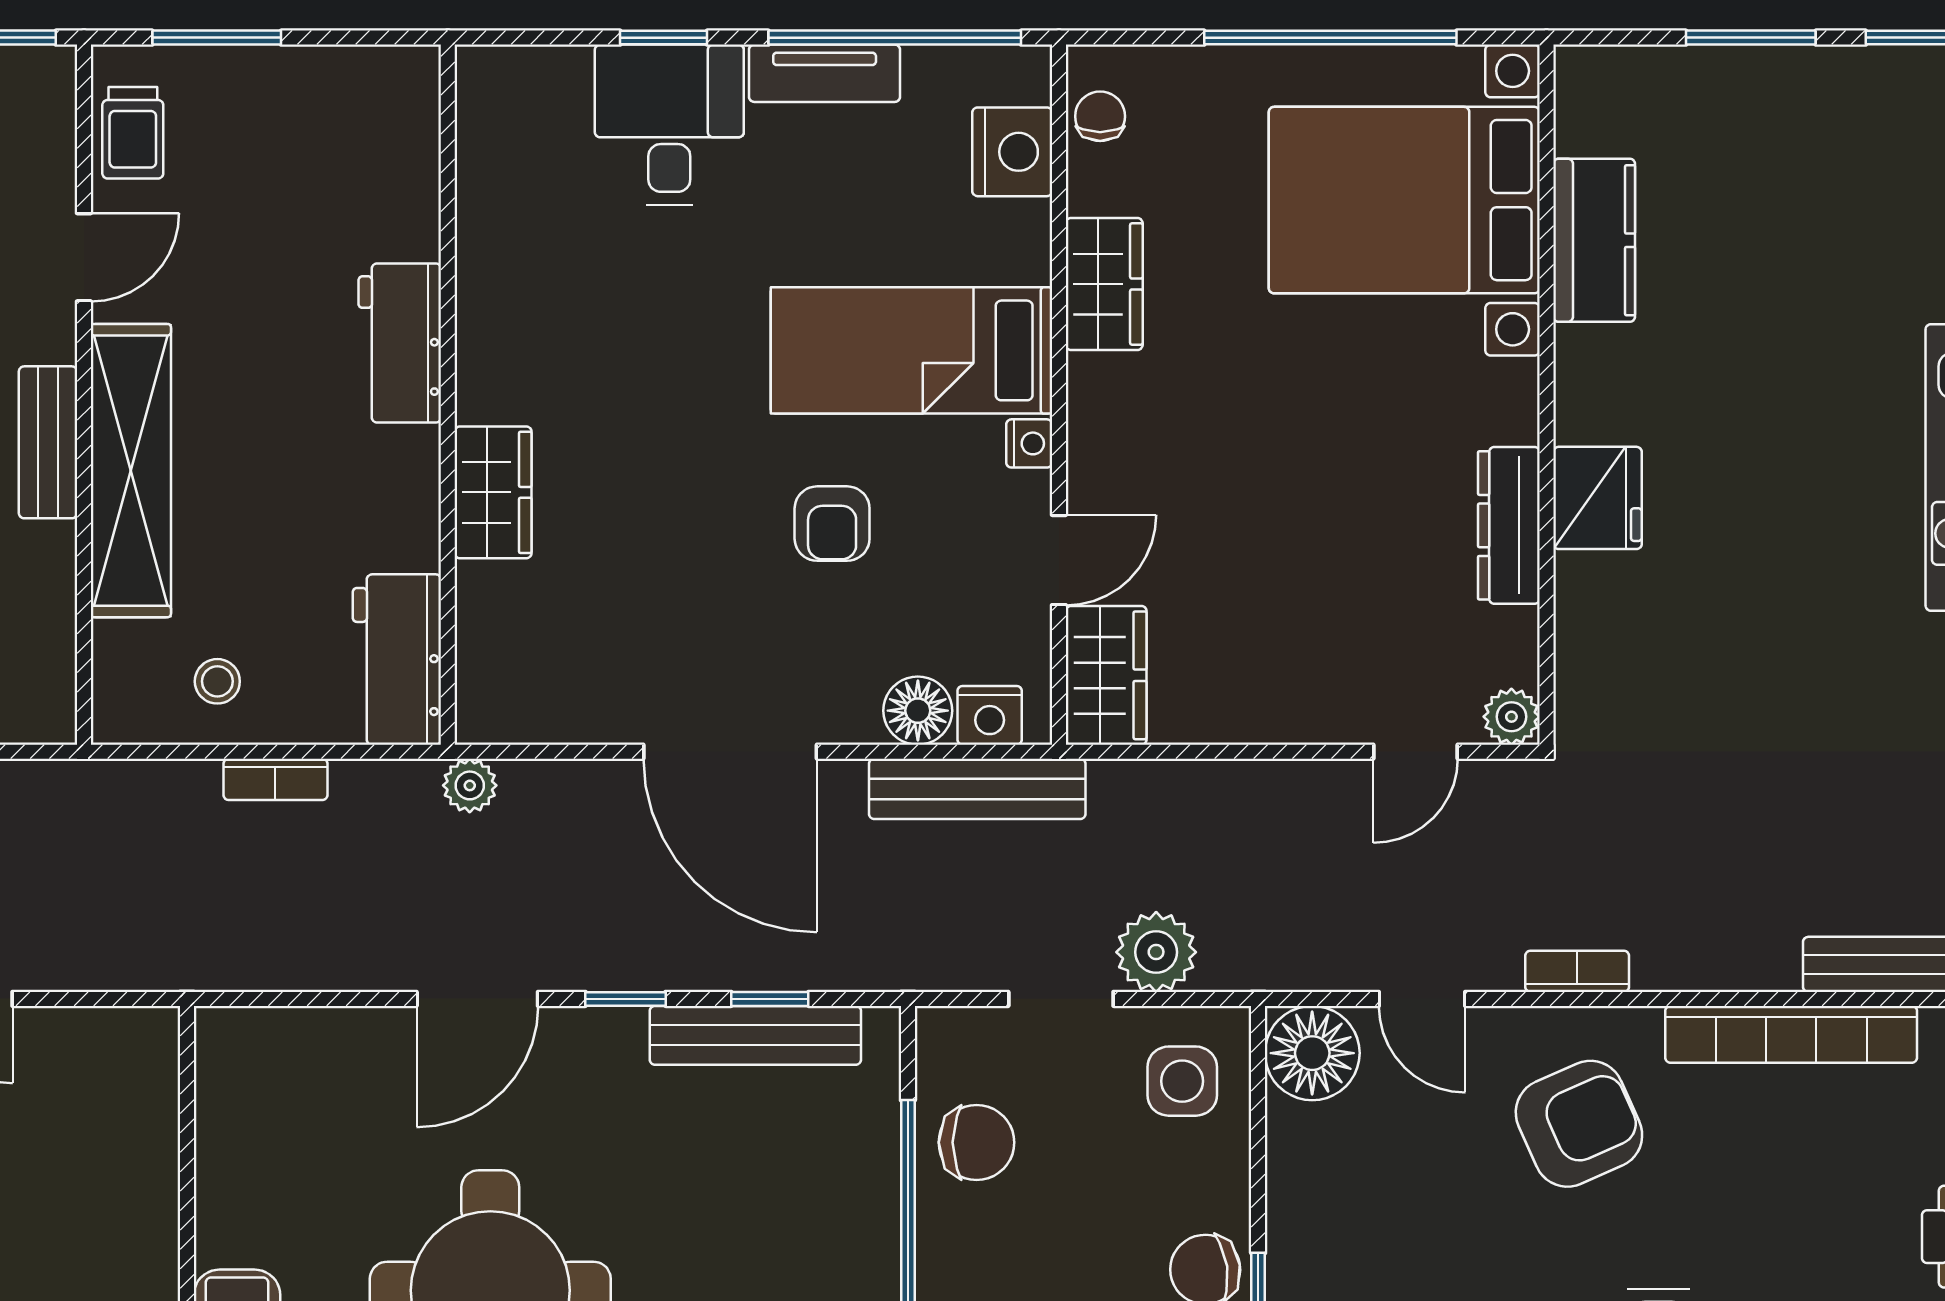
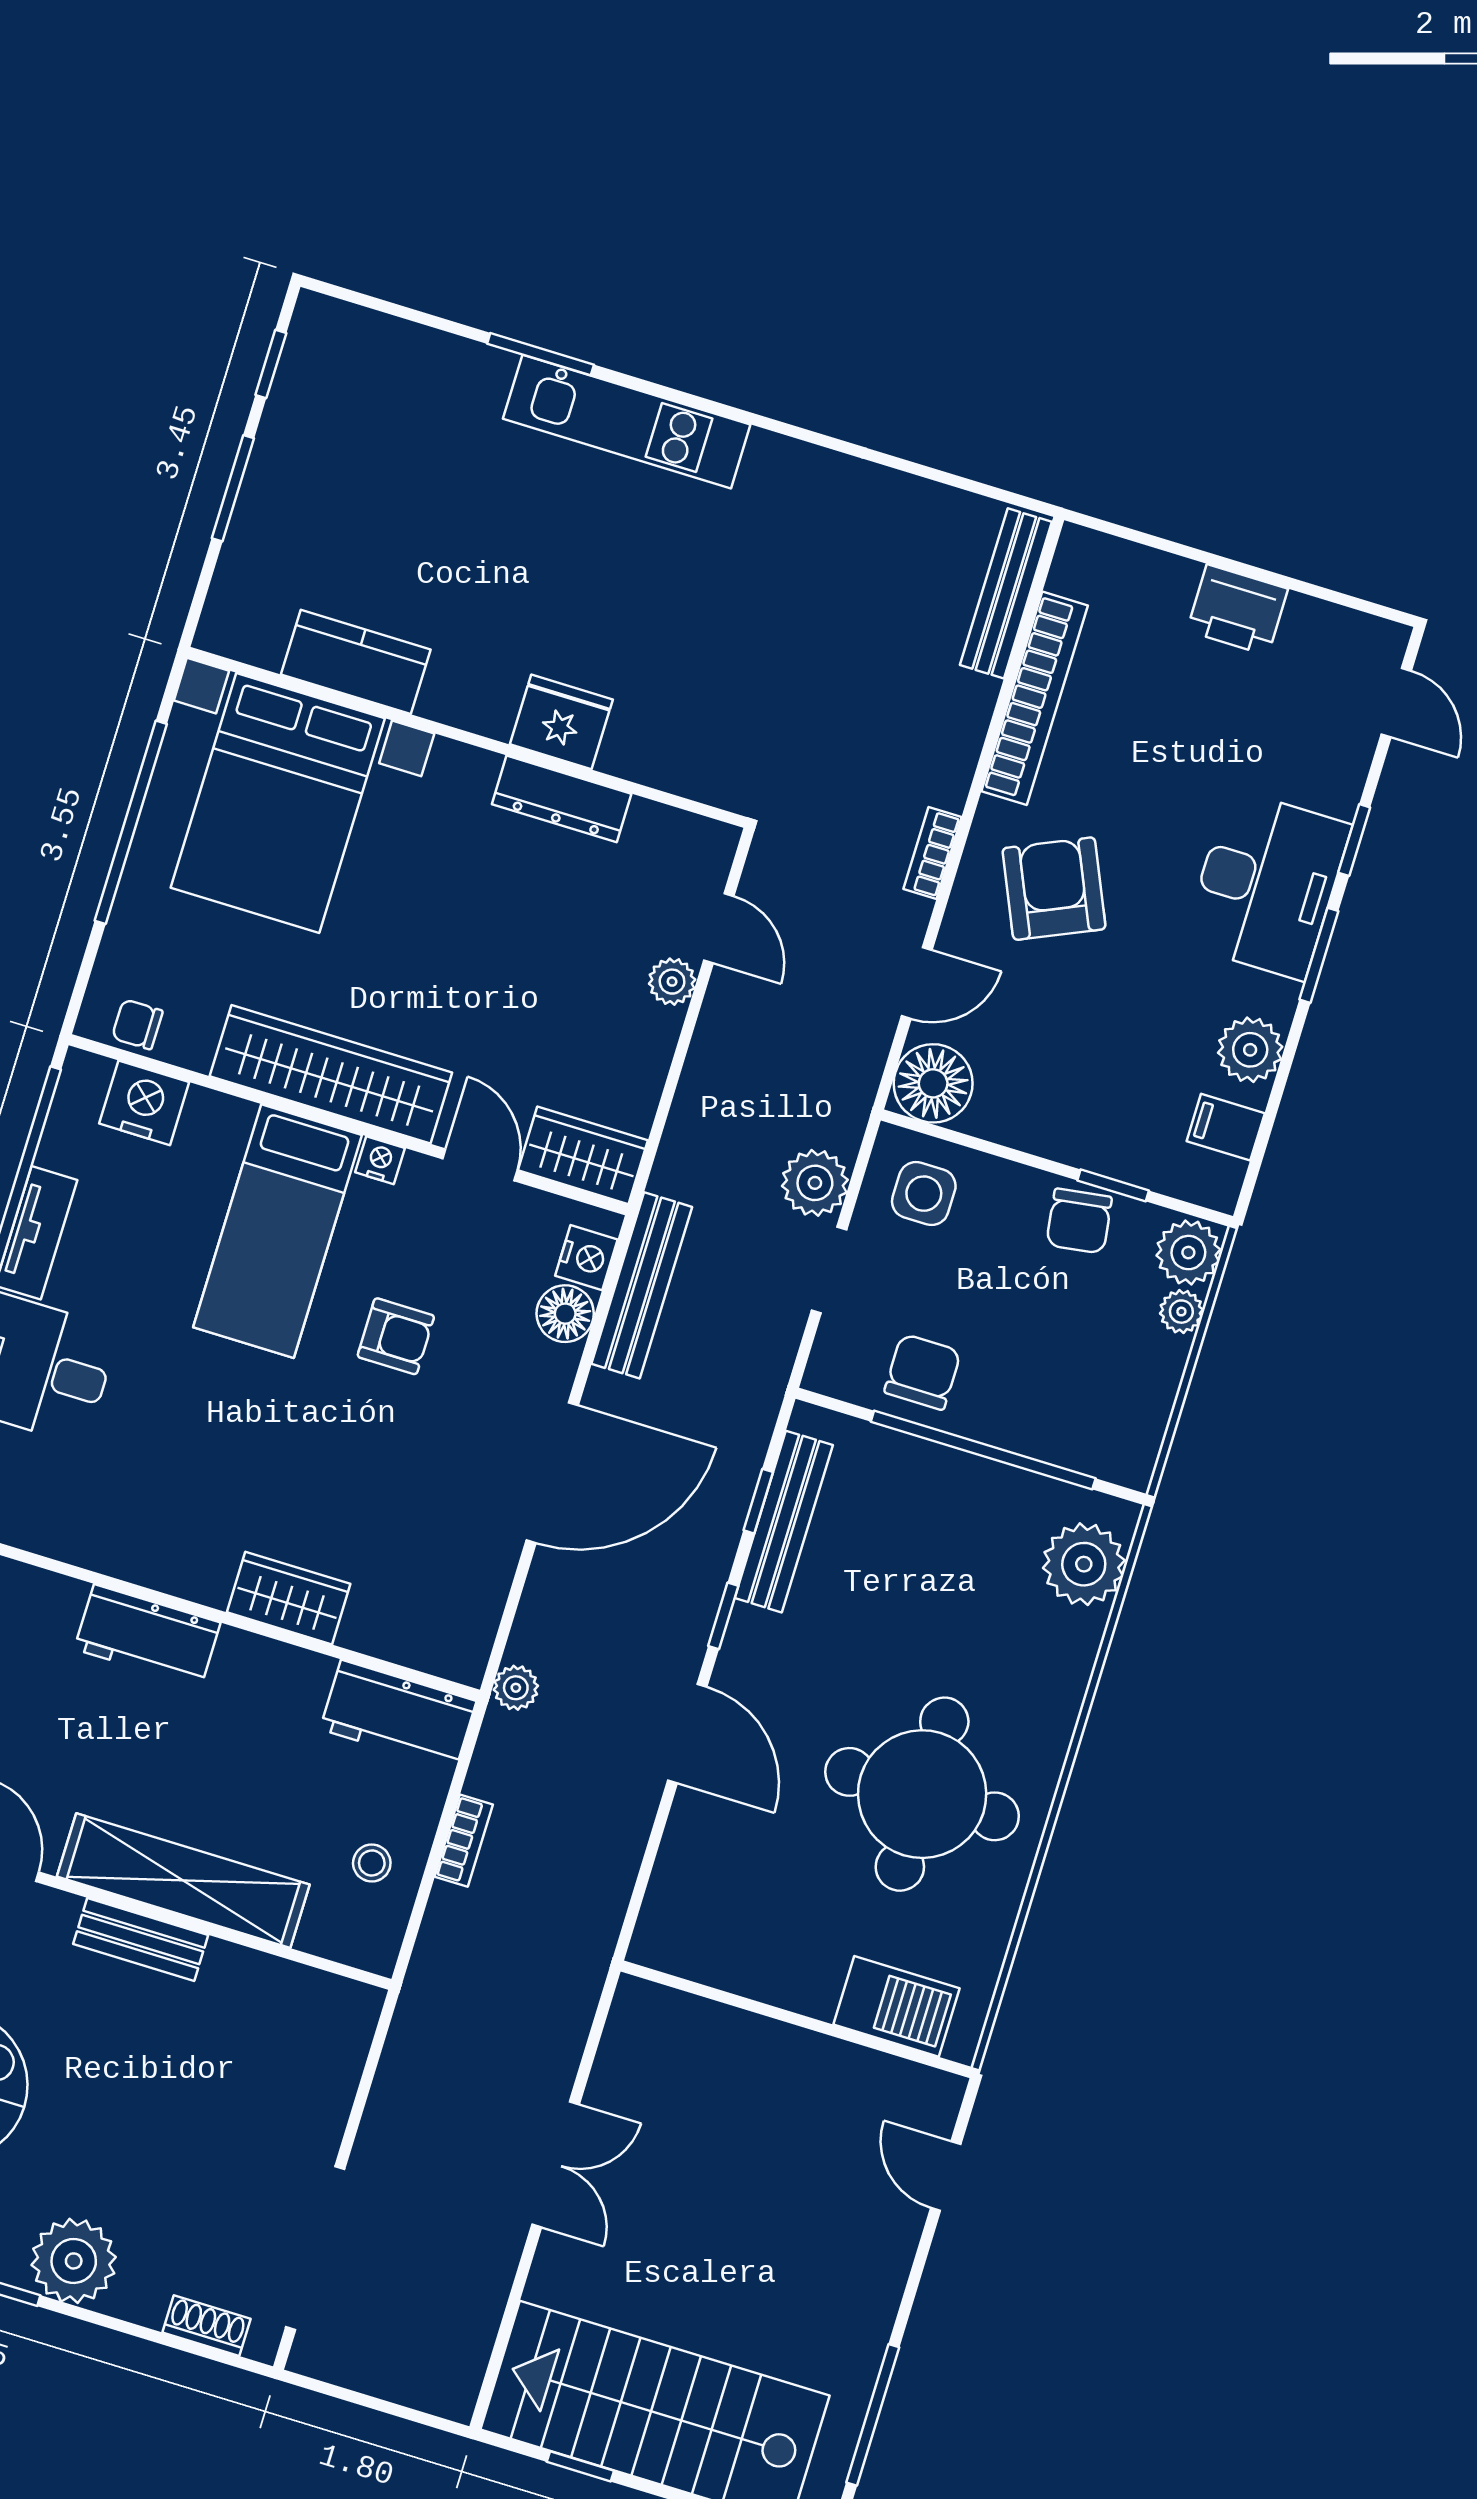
wardrobe: (1104, 284) -> (331, 1074), width x2.10, depth x1.17
plant: (1511, 717) -> (672, 982), moved

